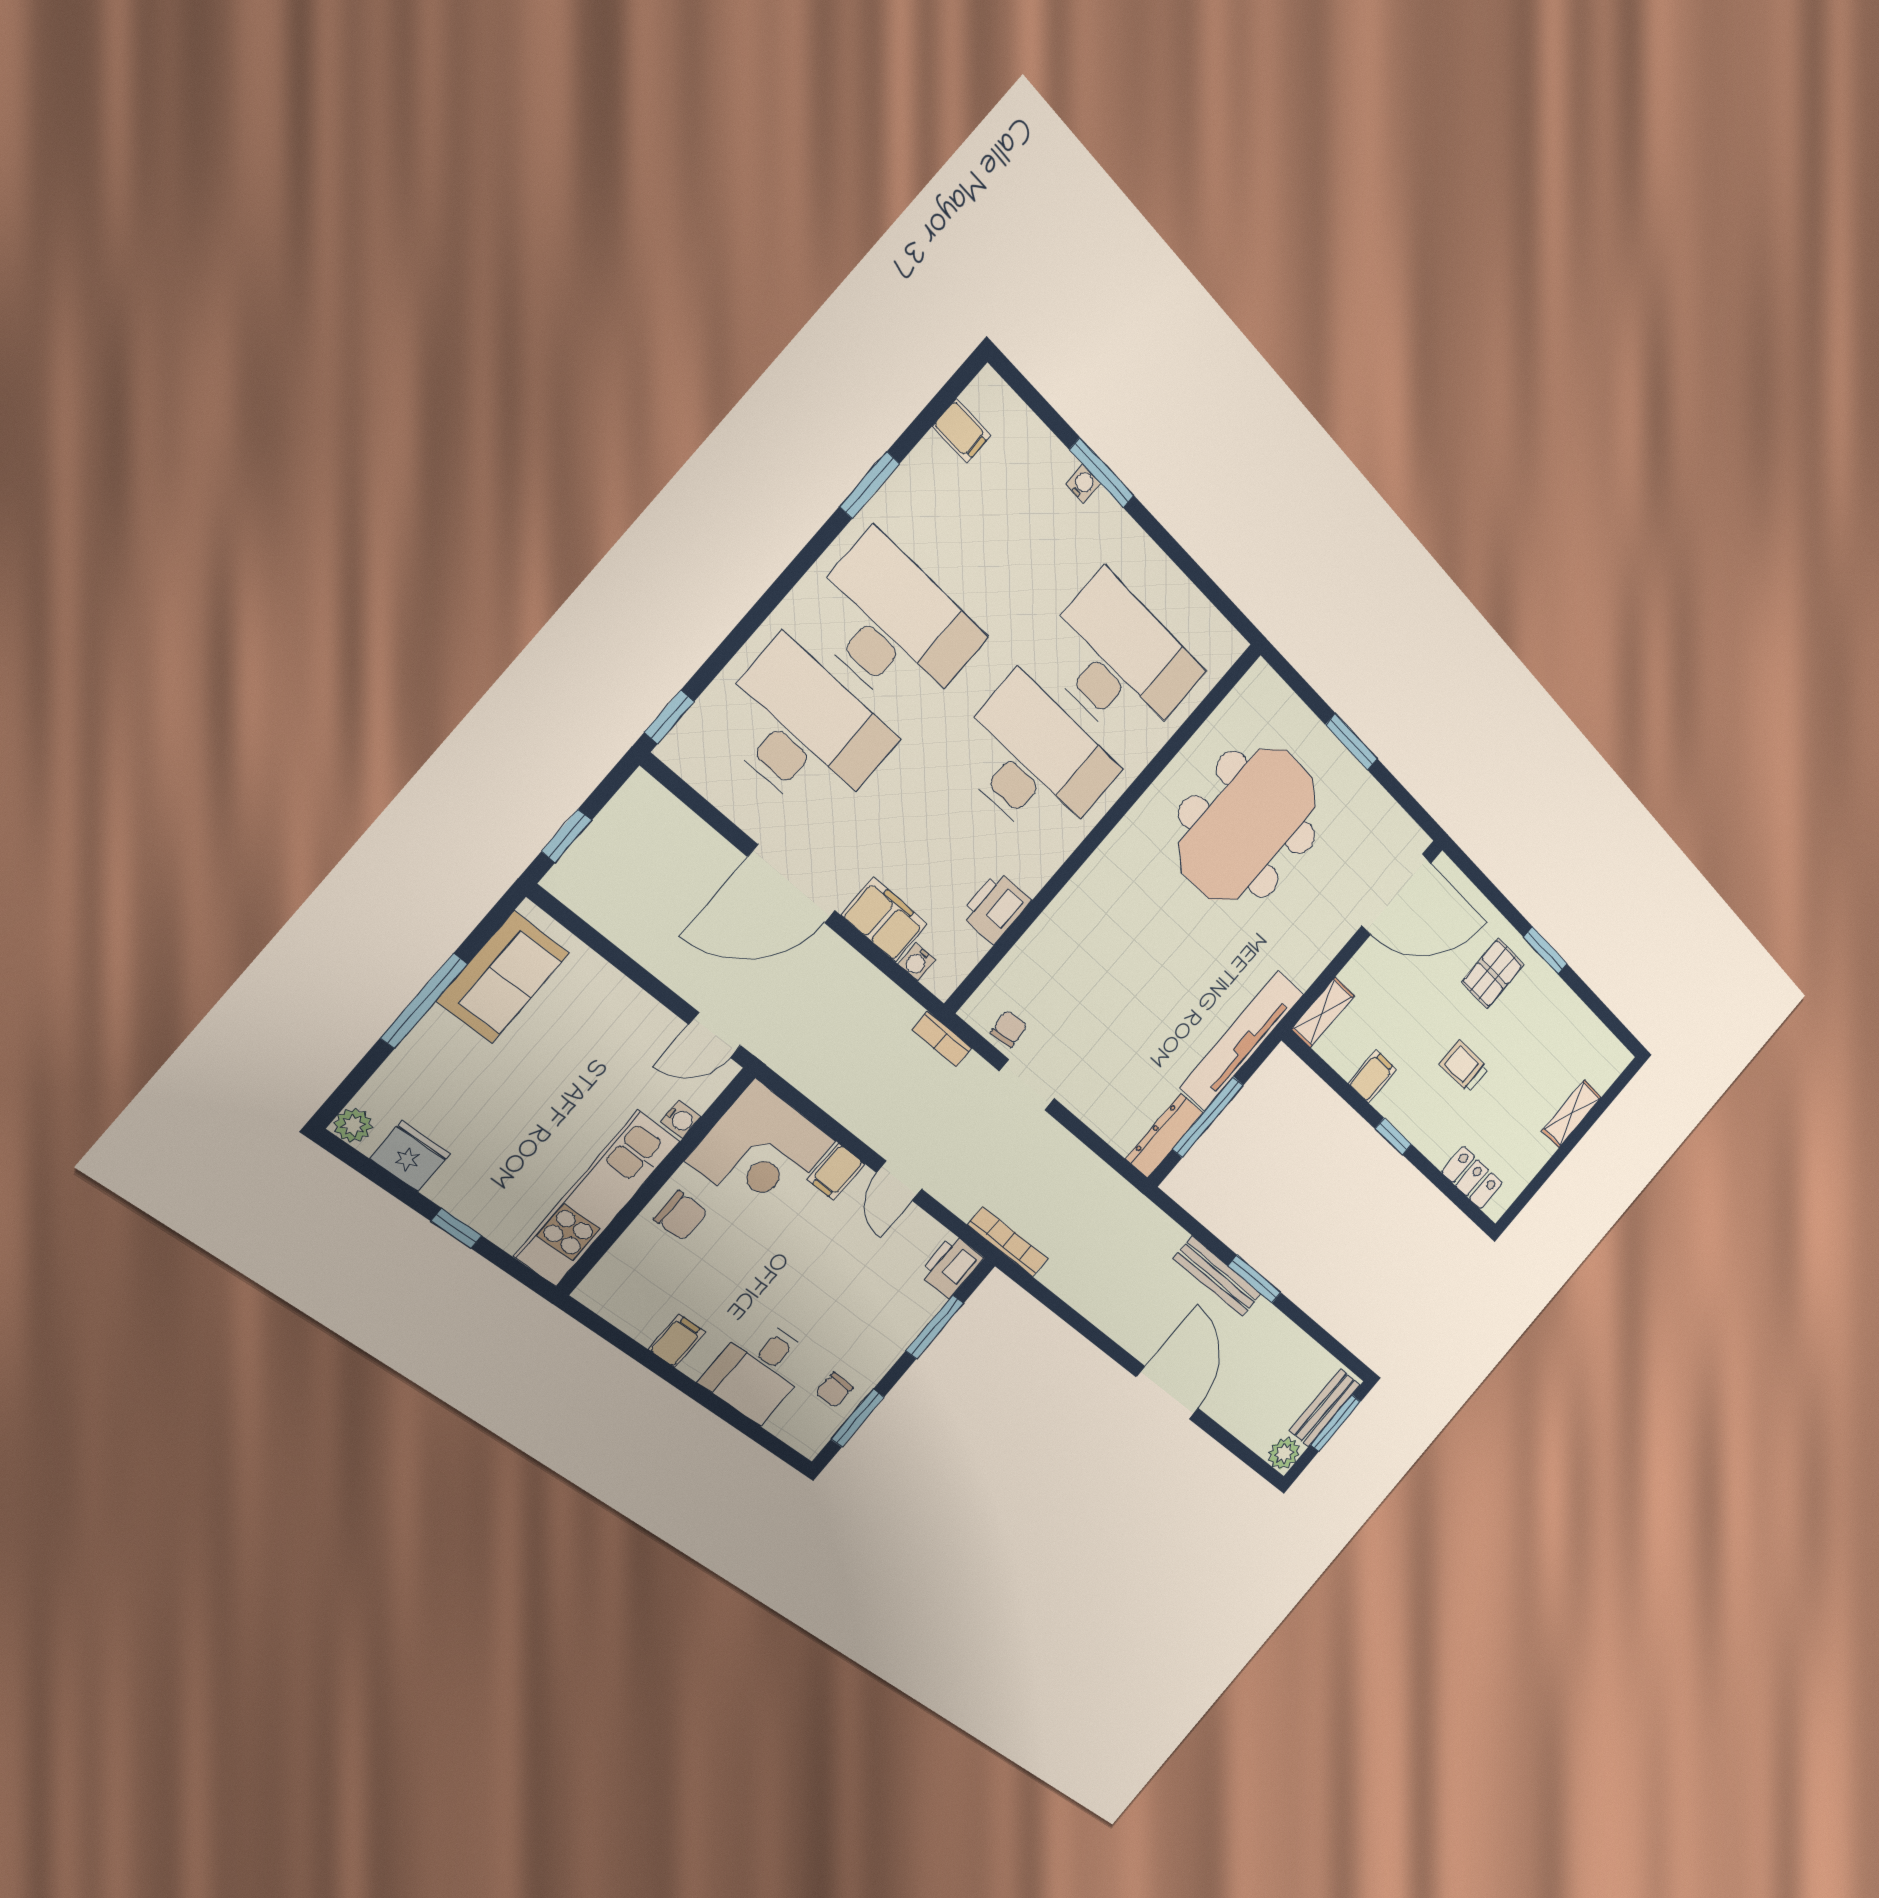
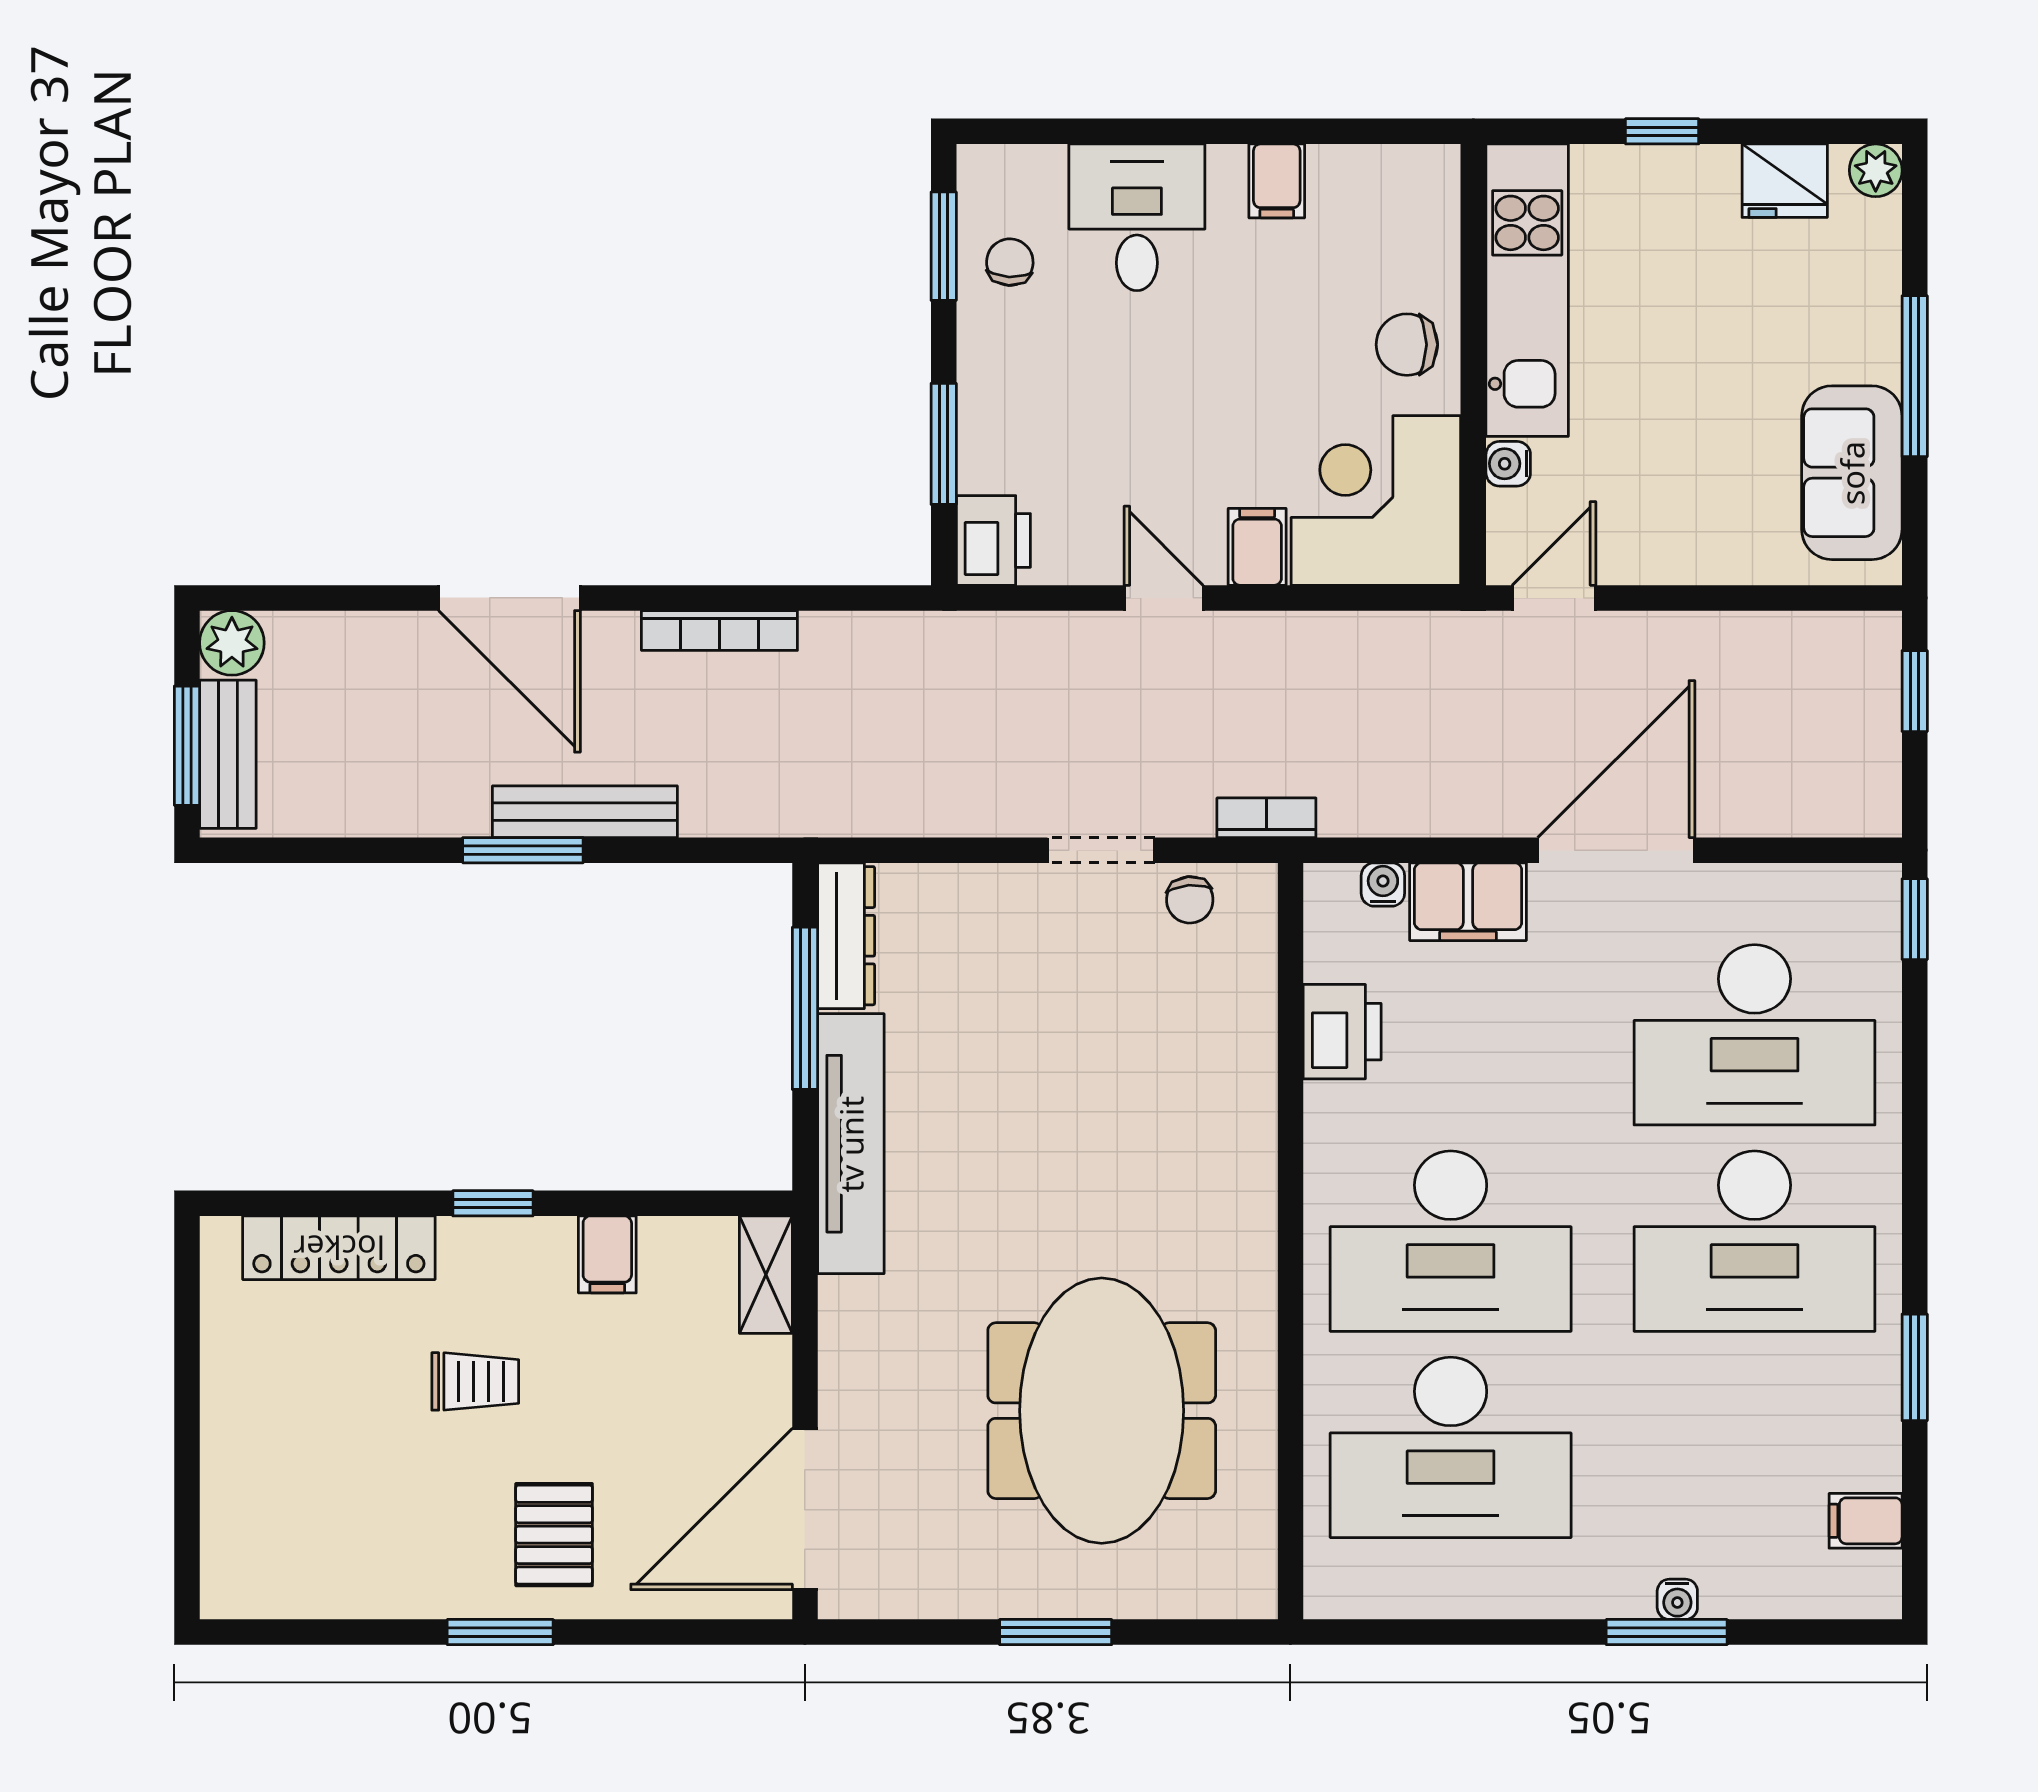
shelving: (1572, 1114) -> (227, 1461), removed
locker: (1472, 1178) -> (339, 1248), width x1.53
bookcase: (1008, 1242) -> (719, 631), moved

